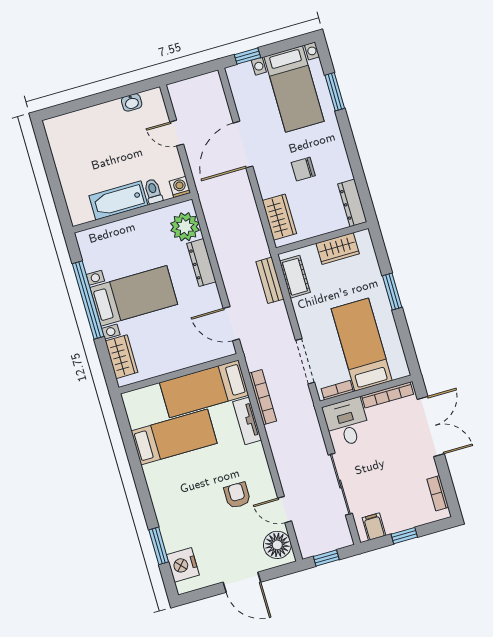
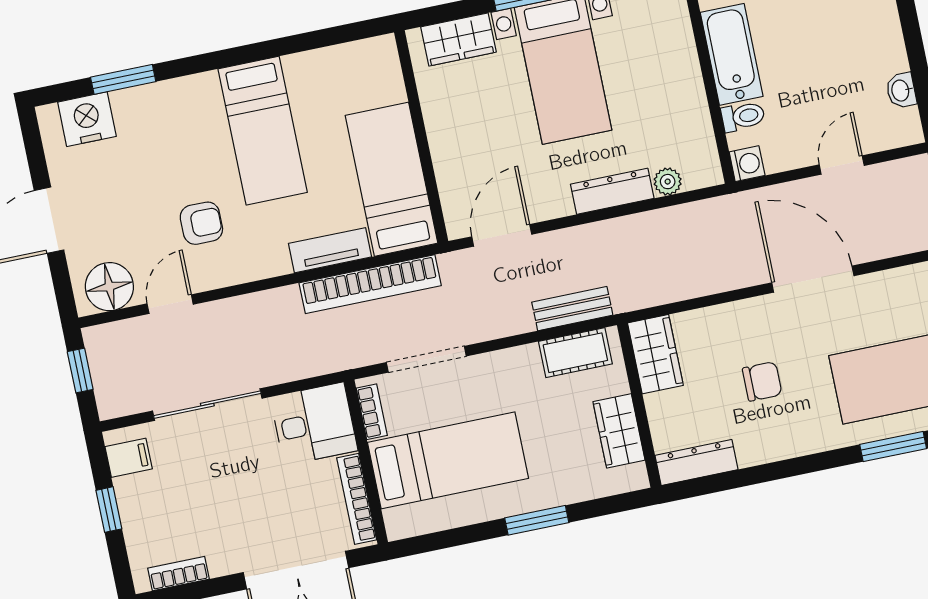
chair: (303, 169) -> (762, 381), turned 90
wardrobe: (279, 217) -> (655, 354), moved, turned -90
plant: (185, 227) -> (668, 182), width x0.53, depth x0.53
bookcase: (263, 397) -> (370, 284), width x1.48, depth x1.31
bed: (174, 437) -> (263, 131), moved

